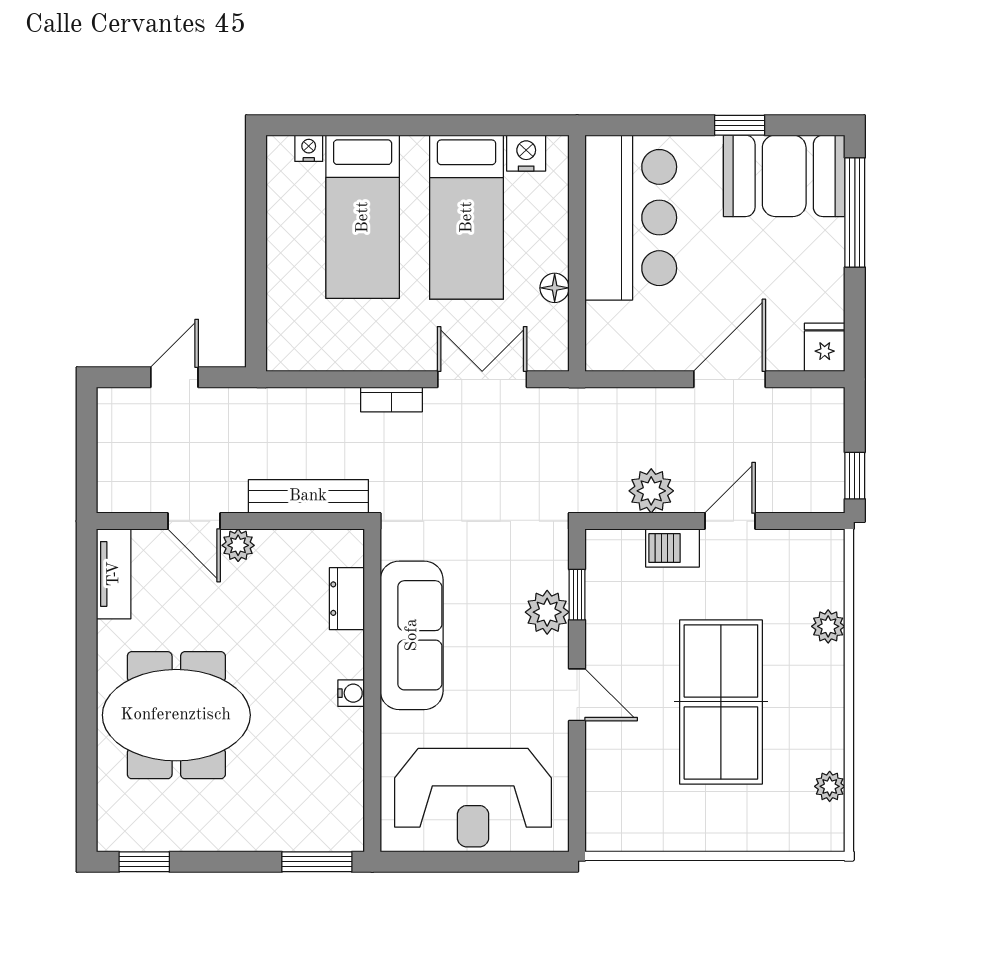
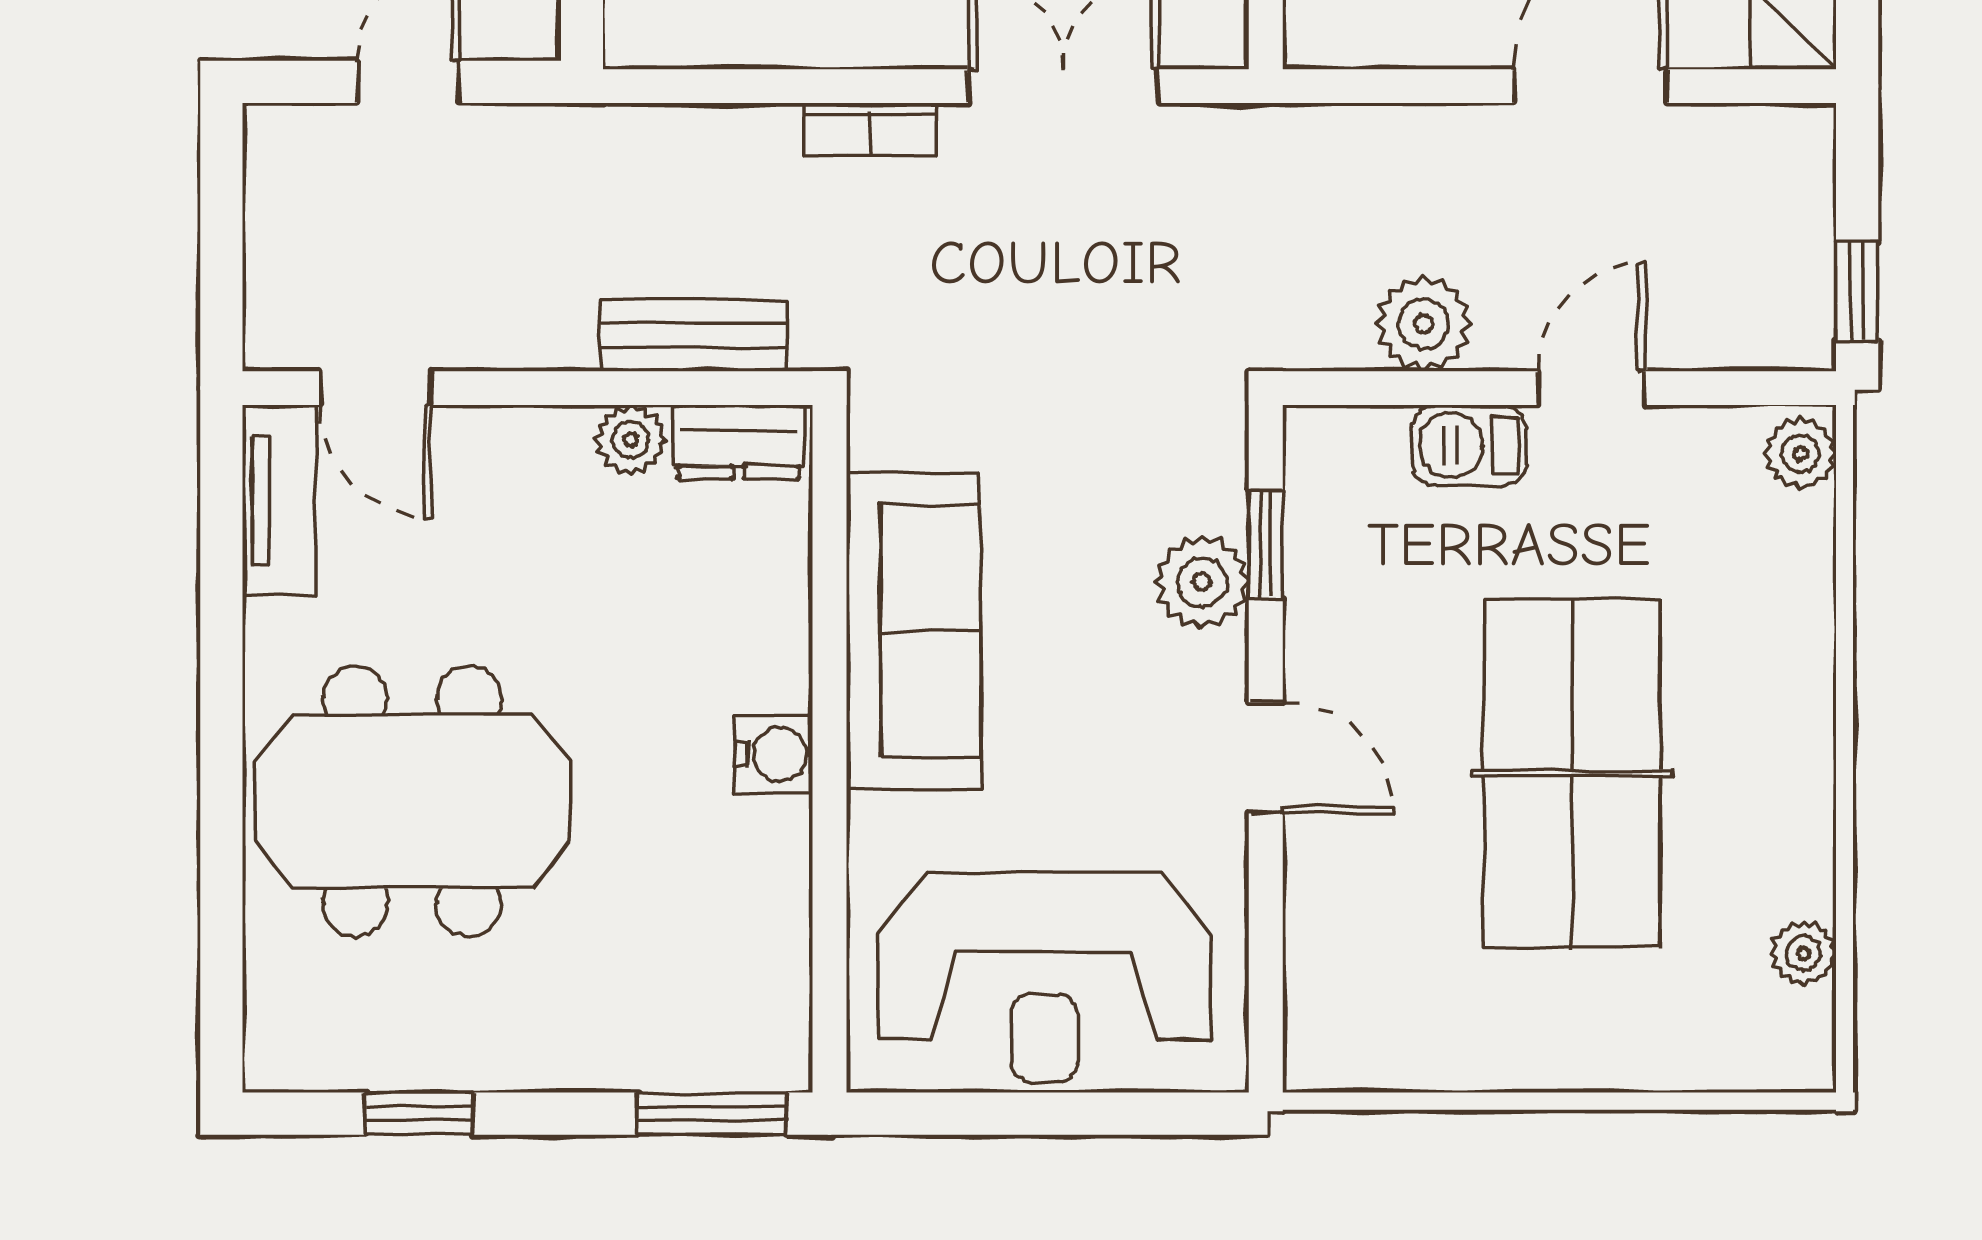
bench: (308, 496) -> (694, 335), width x0.73
door: (194, 521) -> (376, 388), moved
plant: (238, 545) -> (631, 440), moved
dresser: (347, 599) -> (738, 442), moved, turned -90
plant: (828, 626) -> (1800, 453), moved
water cooler: (351, 693) -> (774, 754), width x1.38, depth x1.38
window: (144, 862) -> (419, 1114), moved

